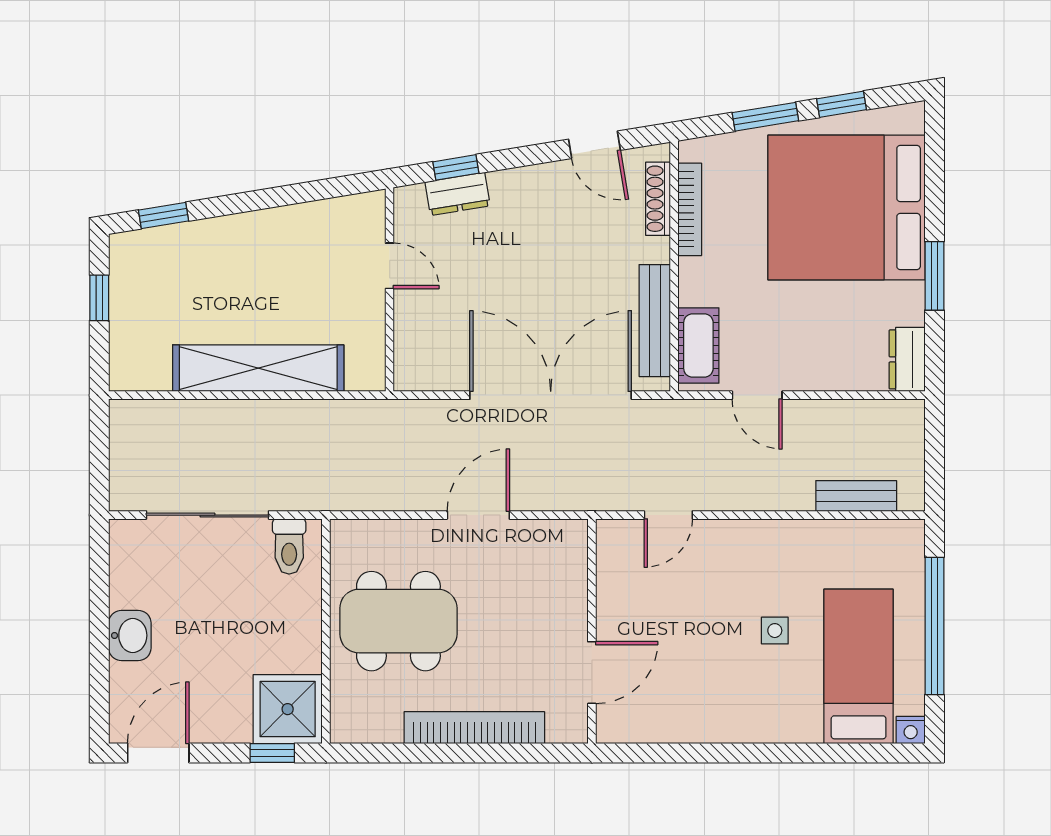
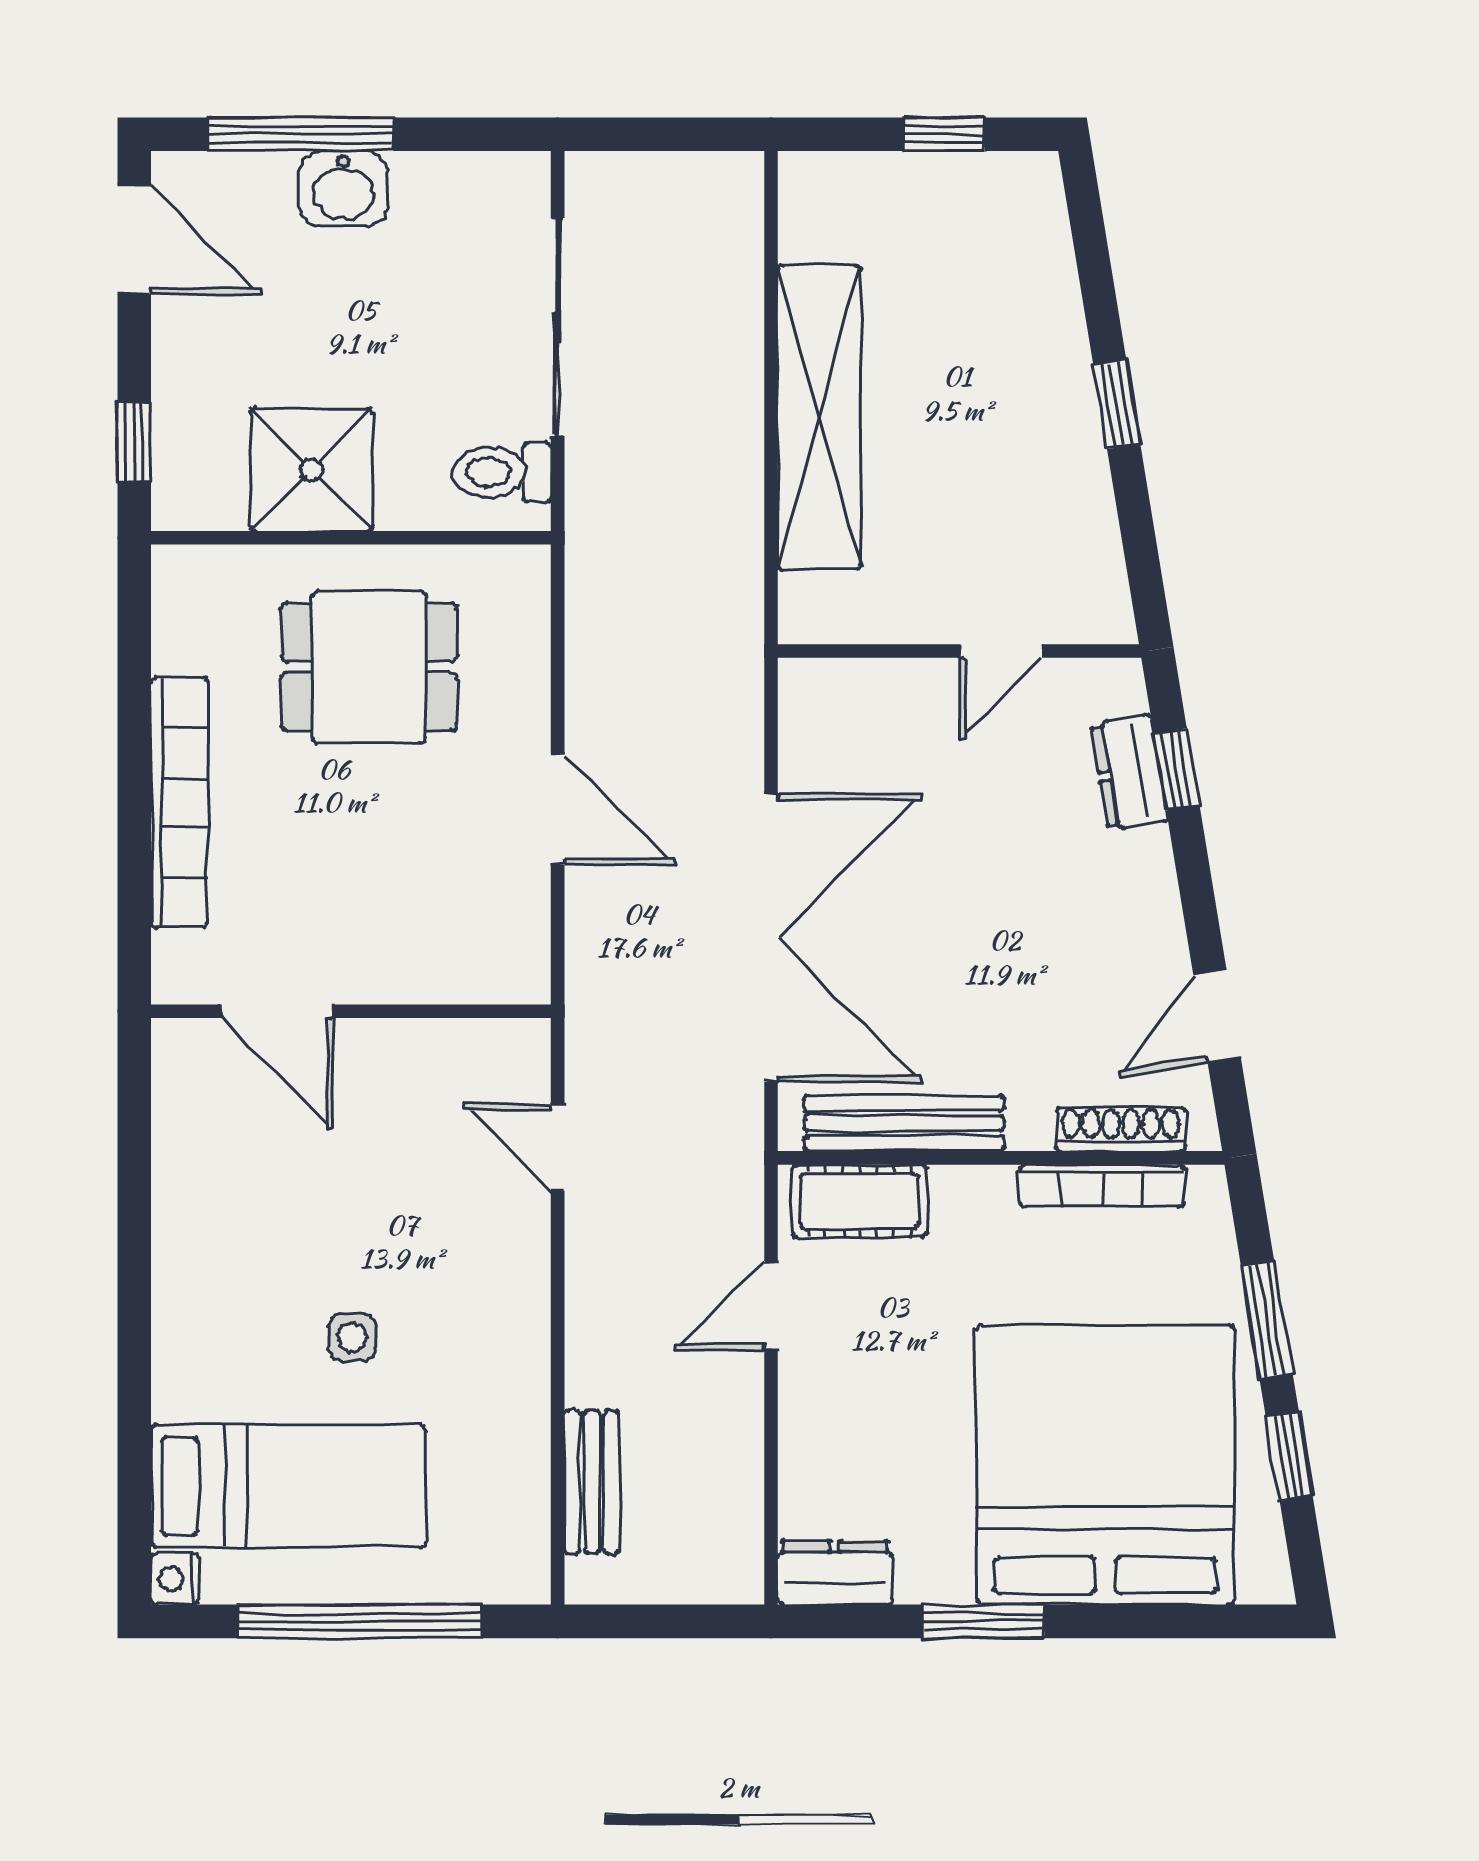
window: (163, 215) -> (1117, 404), moved
dining table: (398, 621) -> (369, 667), width x0.73
window: (99, 659) -> (301, 134), added
shower: (288, 709) -> (312, 470), moved

